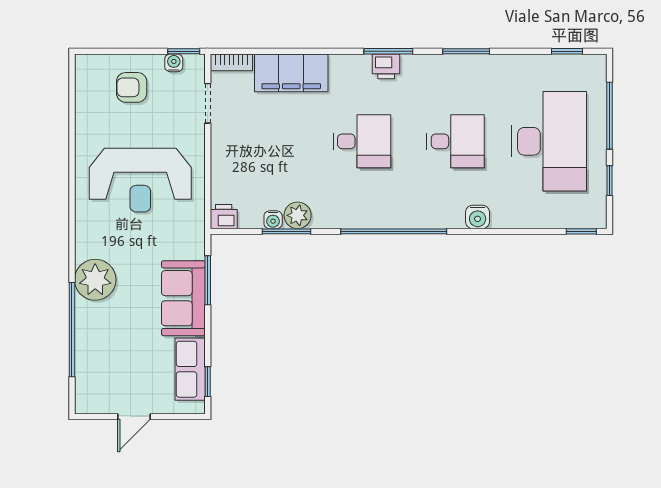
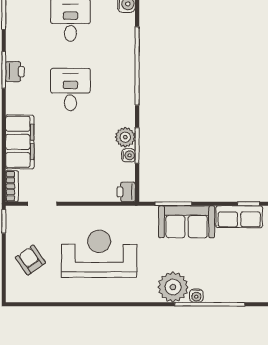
water cooler: (174, 63) -> (196, 296), moved, turned -90
armchair: (132, 87) -> (30, 260), turned 145
reception desk: (140, 180) -> (99, 254), turned -90

